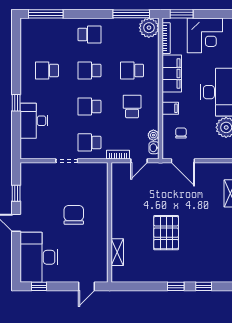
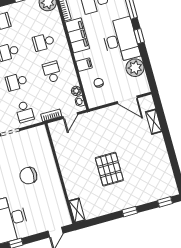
school desk: (89, 142) -> (25, 112), turned -90
door: (183, 161) -> (127, 100), moved
chair: (74, 215) -> (28, 176), turned -90
shelving: (117, 252) -> (77, 211), moved
window: (204, 286) -> (165, 202), moved

